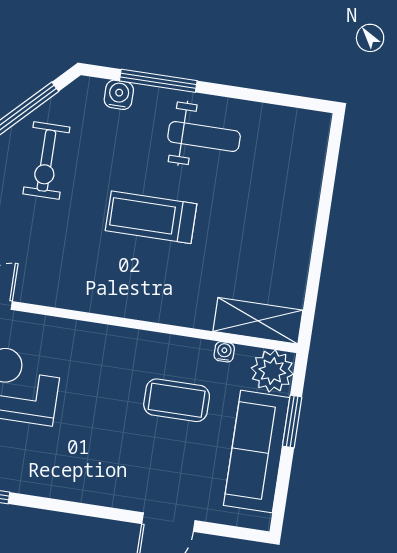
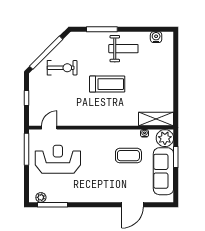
water cooler: (119, 95) -> (156, 37), moved
exercise bike: (46, 161) -> (62, 68), turned -90
treadmill: (151, 217) -> (107, 84), turned 180

